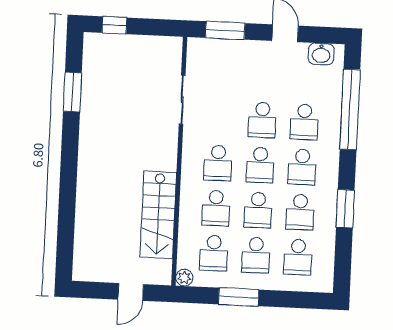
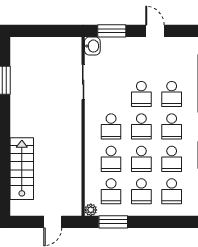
window: (114, 25) -> (32, 31), removed
washbasin: (321, 54) -> (92, 46), moved, turned -90
stairs: (158, 215) -> (22, 169), moved, turned 180
window: (239, 297) -> (113, 222), moved

